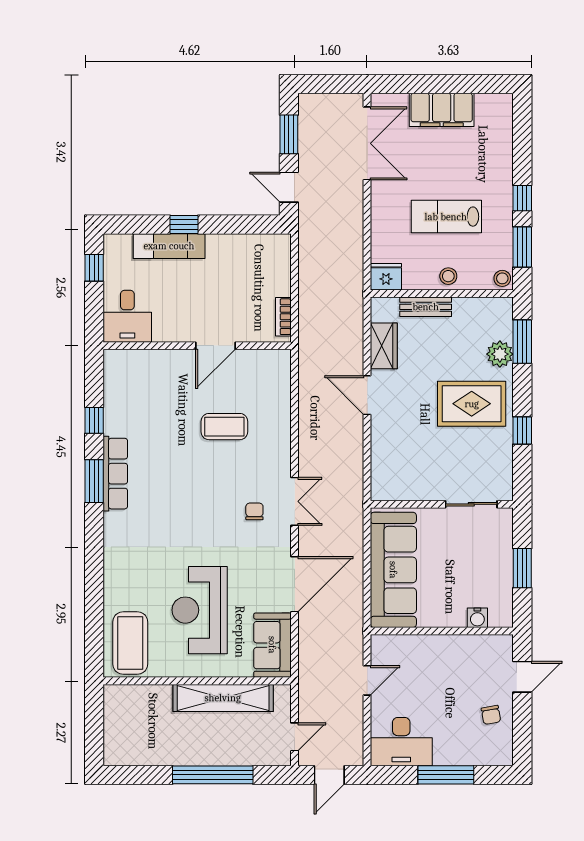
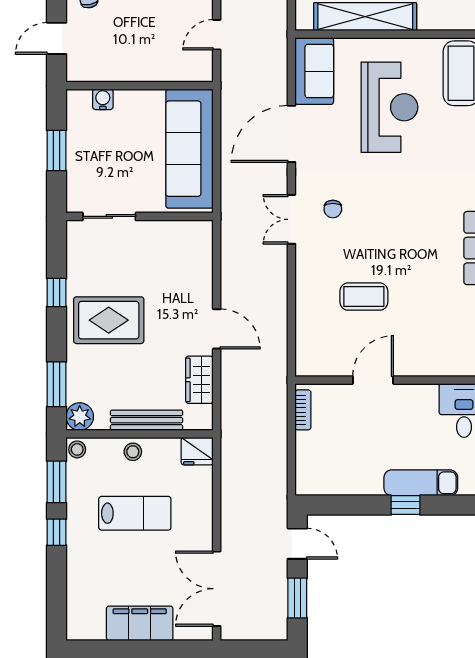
bench: (426, 307) -> (147, 420), width x1.36
plant: (500, 354) -> (80, 417), moved

